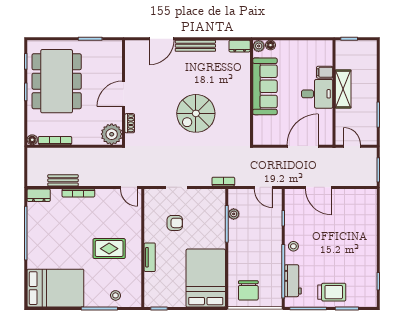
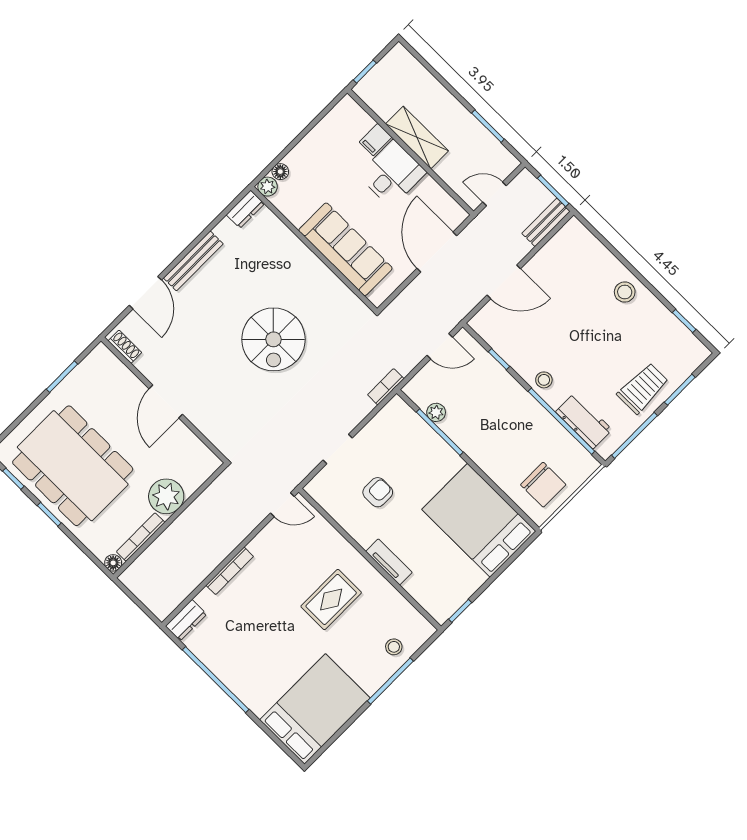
sofa: (265, 86) -> (345, 249), moved
shoe rack: (130, 123) -> (125, 347), moved
plant: (112, 134) -> (166, 496), moved
bench: (63, 180) -> (546, 222), moved
stool: (365, 243) -> (625, 292), added

